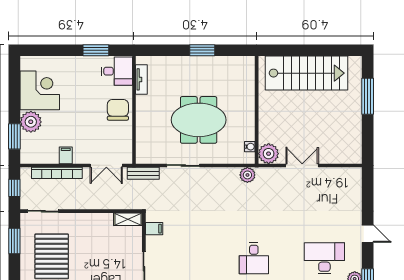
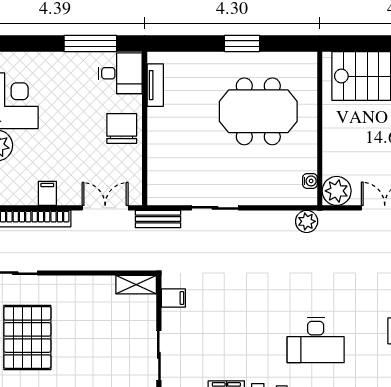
window: (96, 50) -> (90, 43), width x1.44
meeting table: (199, 120) -> (258, 111), moved
double door: (106, 165) -> (105, 208), swing flipped
desk: (254, 258) -> (316, 340), width x1.37

